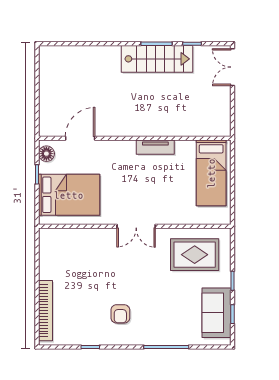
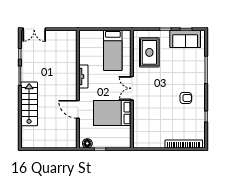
stairs: (157, 59) -> (29, 104), moved
door: (80, 138) -> (78, 109), moved
bed: (211, 173) -> (113, 50), moved, turned 90
bed: (69, 195) -> (112, 113), moved, turned -90
double door: (136, 226) -> (132, 88), swing flipped

